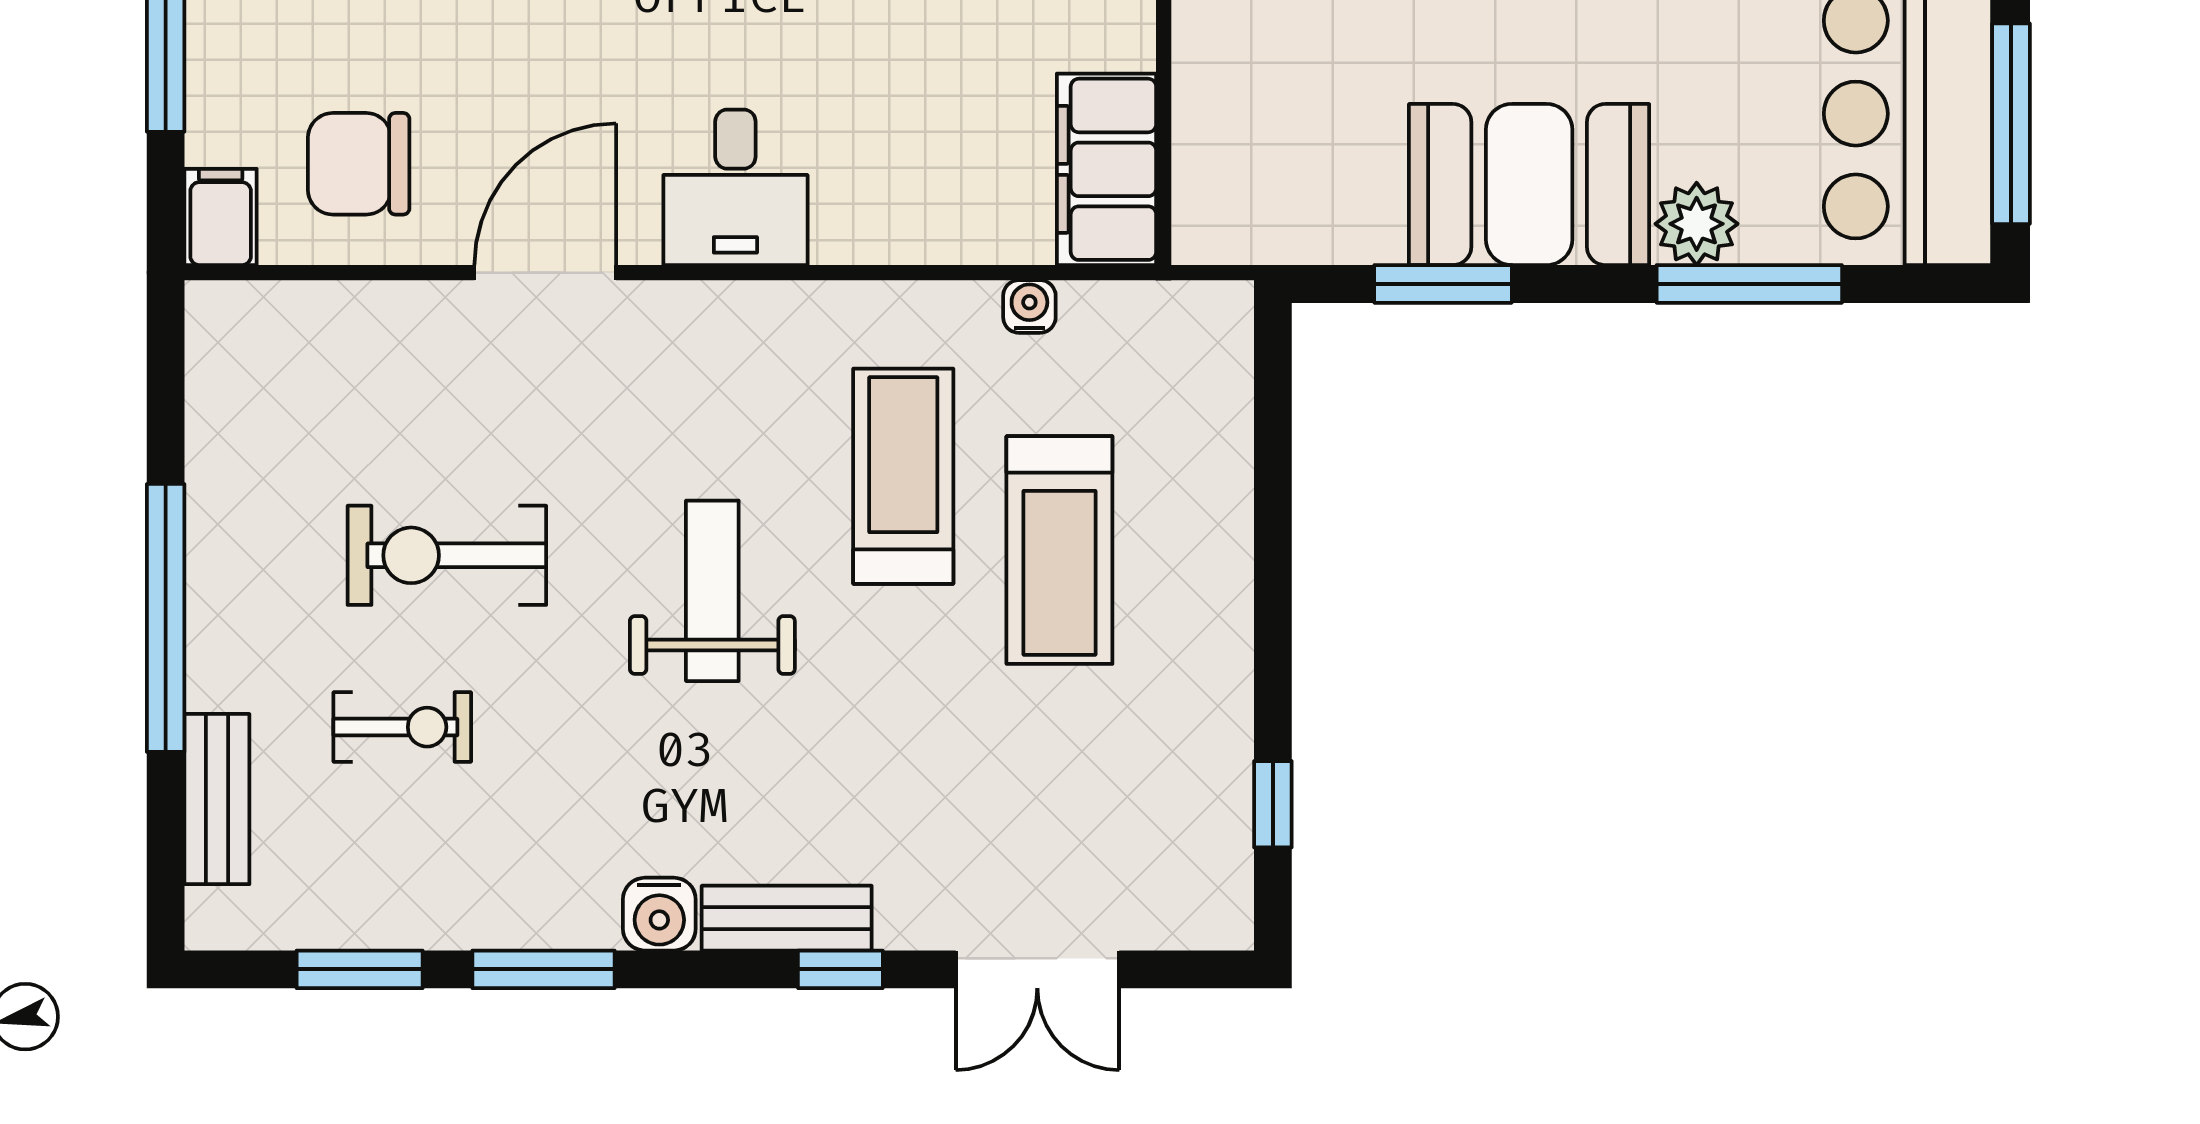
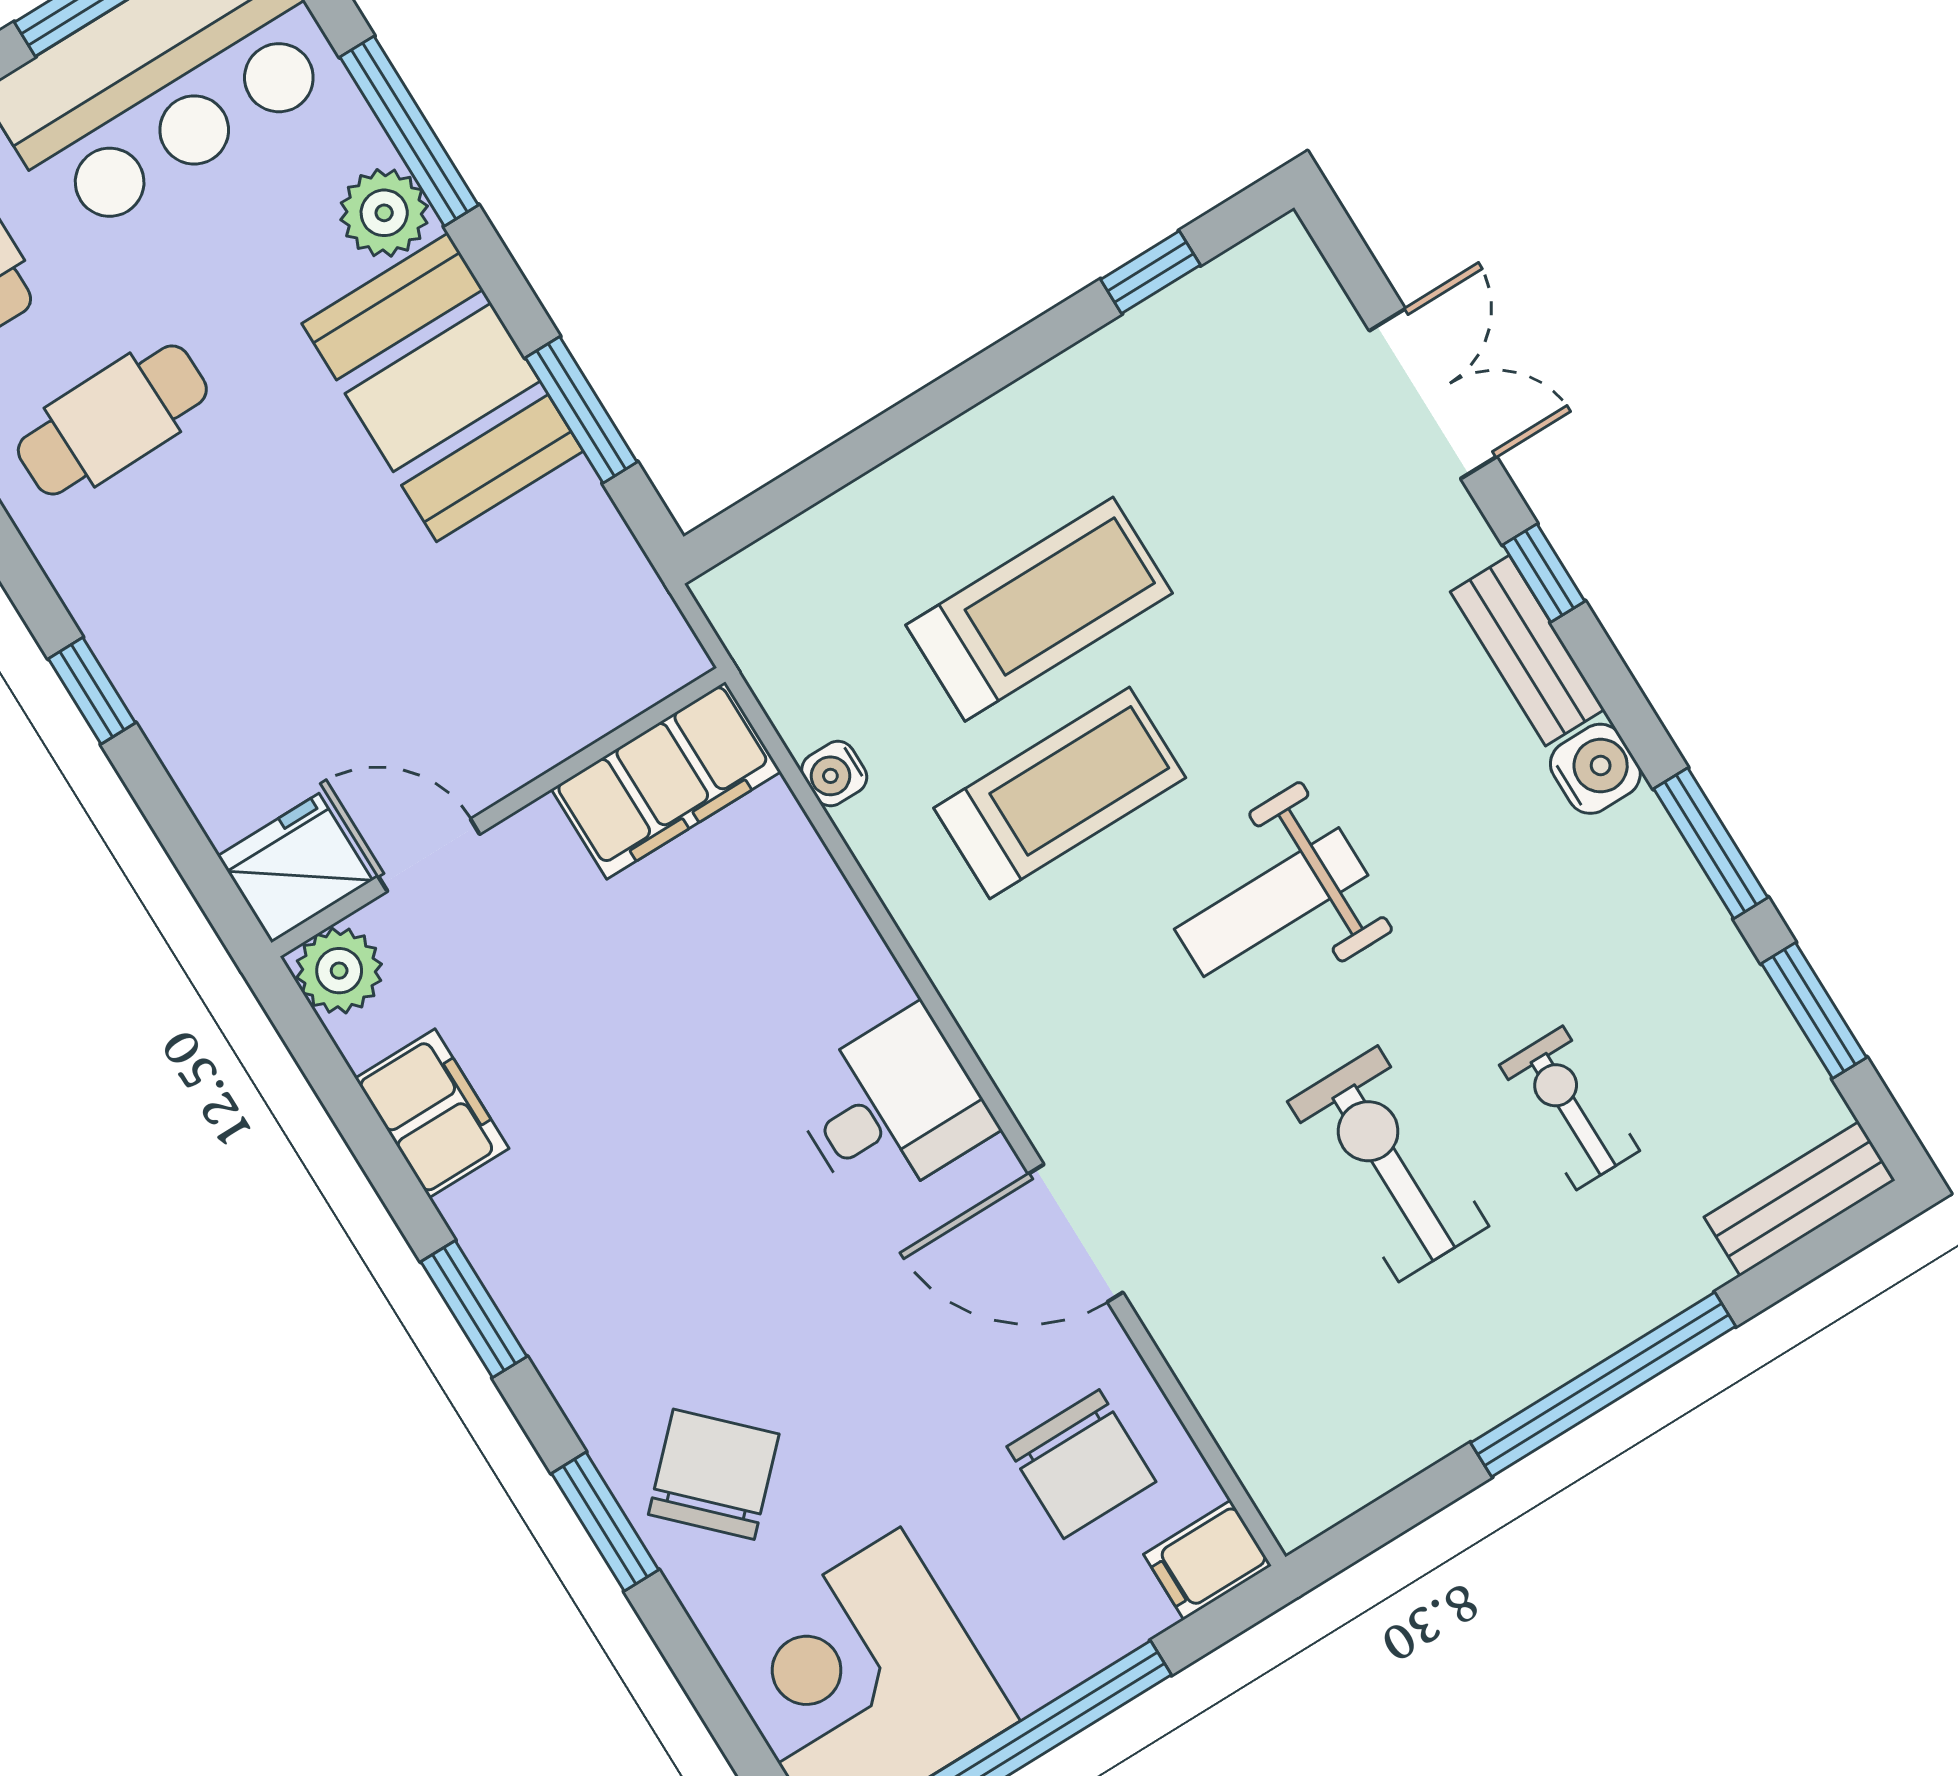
treadmill: (903, 476) -> (1060, 793), turned 180
exercise bike: (447, 555) -> (1388, 1164), turned 180
bench: (217, 799) -> (1800, 1199), moved

